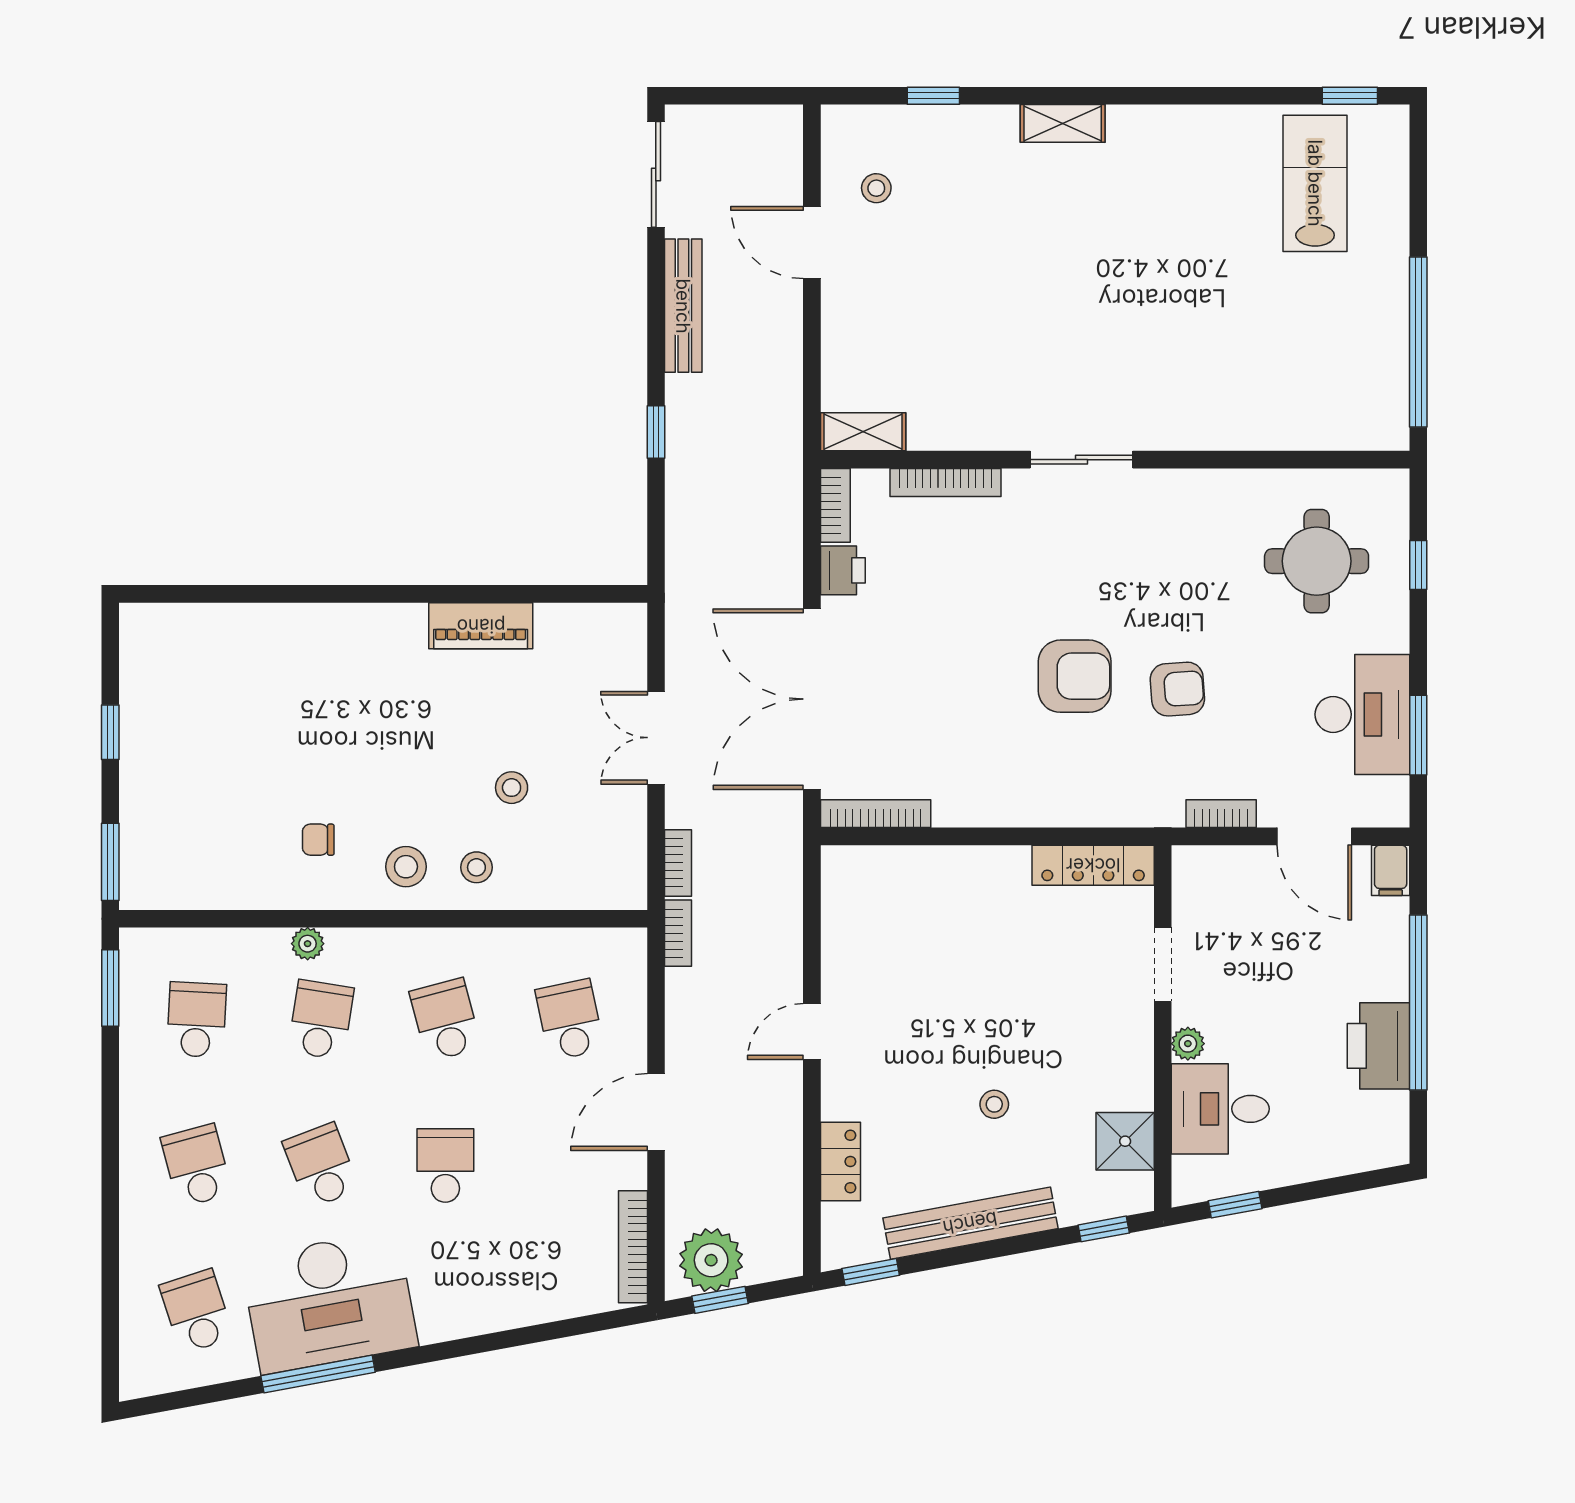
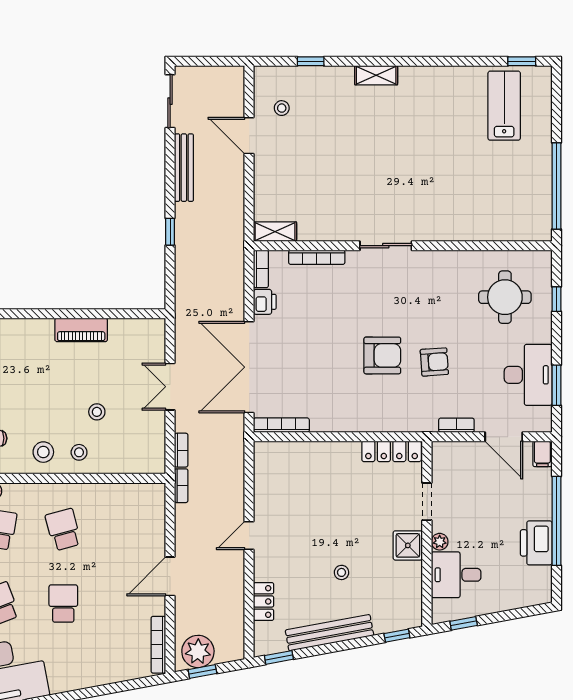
school desk: (570, 1020) -> (126, 530), removed
shower: (1125, 1141) -> (408, 545), moved

